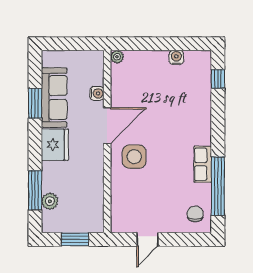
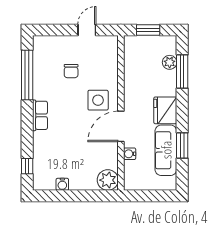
plant: (117, 57) -> (108, 180), width x1.87, depth x1.87
row of seats: (203, 164) -> (40, 115), moved
chair: (195, 214) -> (71, 71), moved

